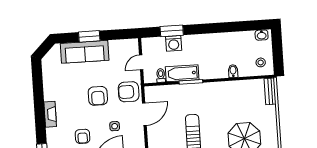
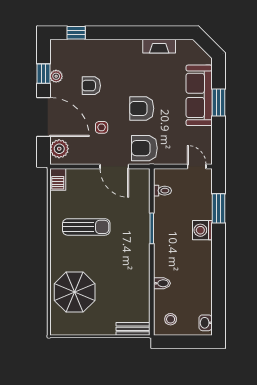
washing machine: (174, 43) -> (202, 230), moved
door: (141, 62) -> (197, 166), moved
bathtub: (182, 73) -> (163, 218), removed
armchair: (129, 92) -> (144, 148), turned -90
fireplace: (50, 114) -> (159, 46), moved

